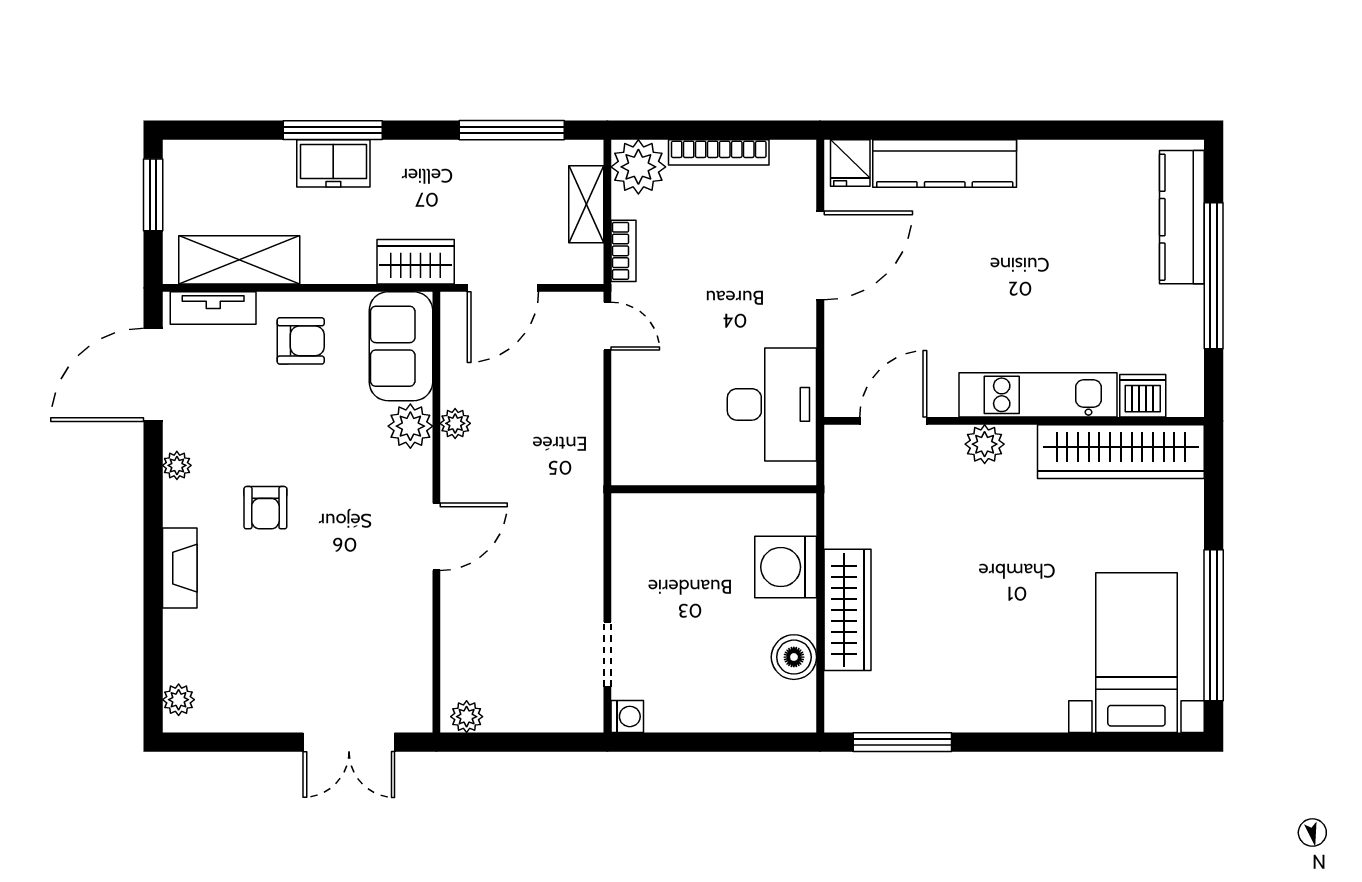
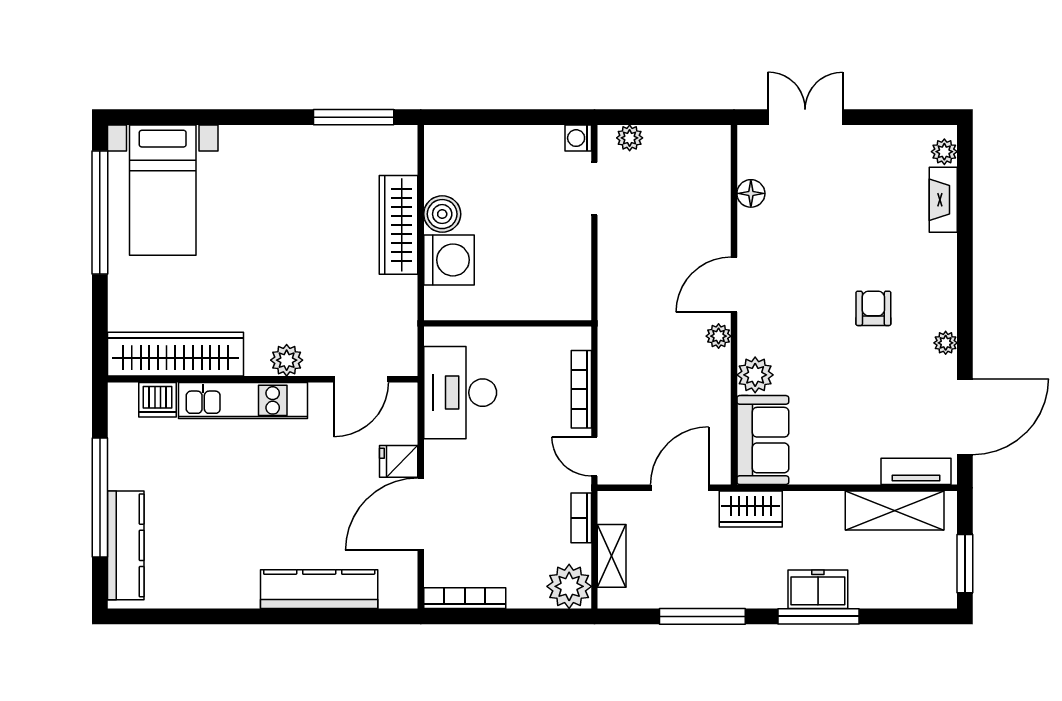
window: (512, 130) -> (702, 616), moved
bookcase: (719, 152) -> (465, 598), moved
fridge: (850, 163) -> (399, 461), moved, turned -90
armchair: (301, 341) -> (845, 444), removed
bookcase: (623, 409) -> (581, 389), added
plant: (455, 423) -> (719, 336), moved
fireplace: (180, 568) -> (943, 200), moved
floor lamp: (415, 649) -> (751, 193), added
boiler: (794, 657) -> (442, 214), moved
plant: (467, 717) -> (630, 138), moved

